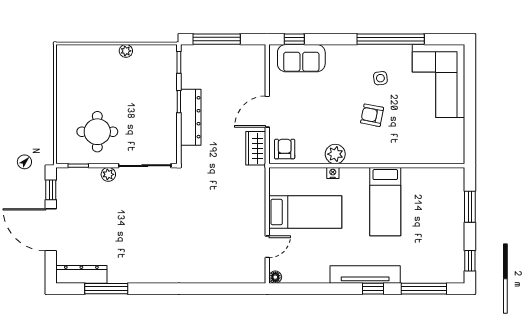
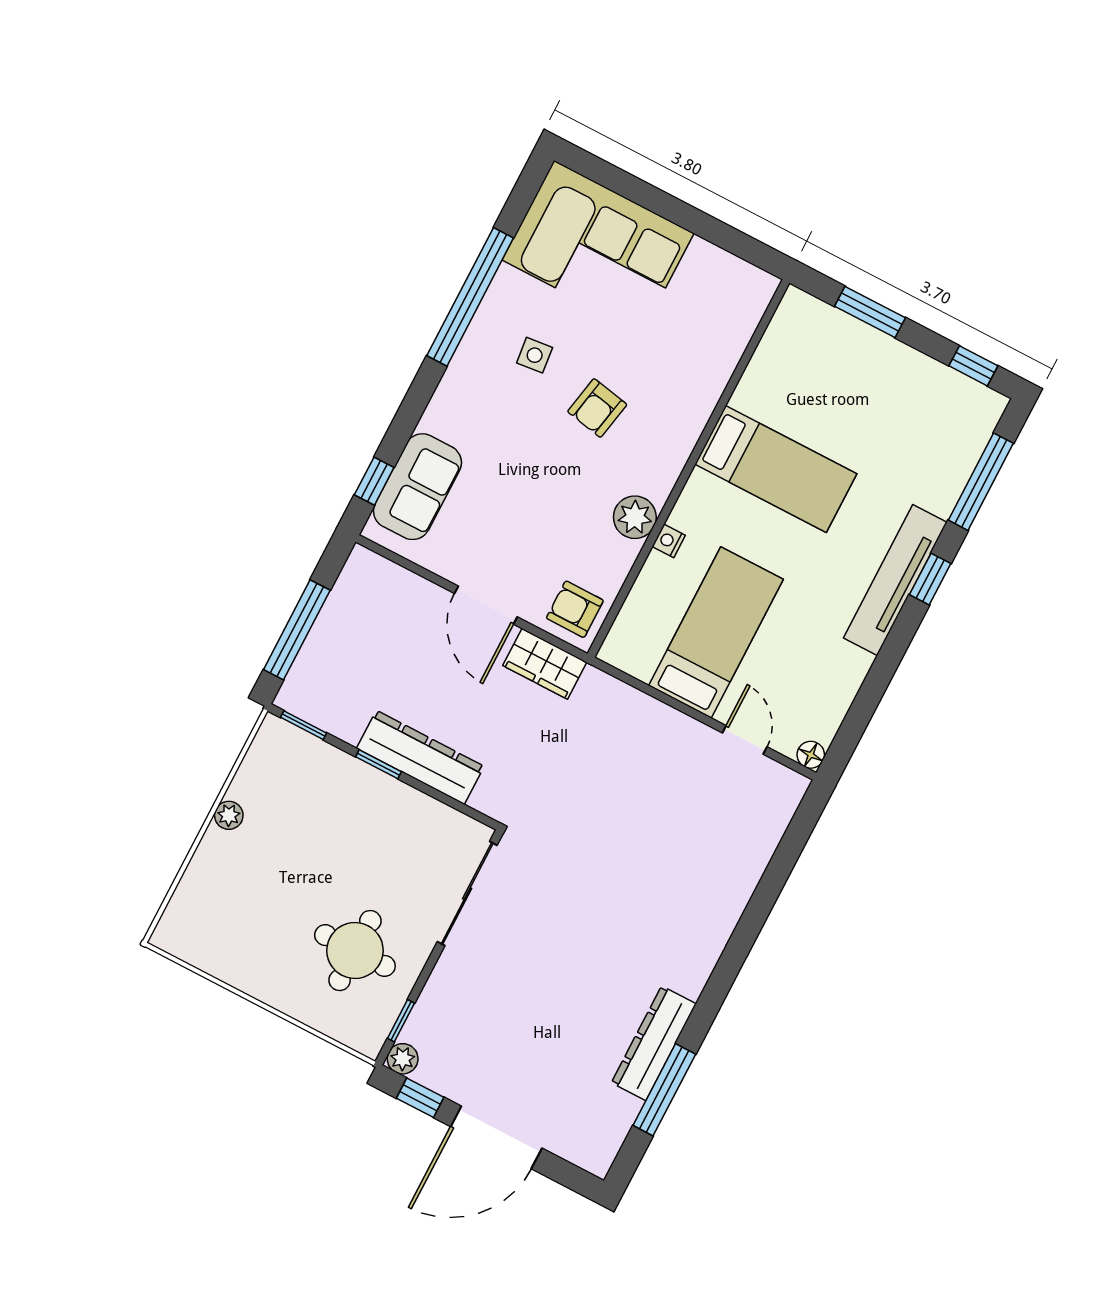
plant: (108, 174) -> (403, 1059), moved
dresser: (81, 274) -> (654, 1043), moved

